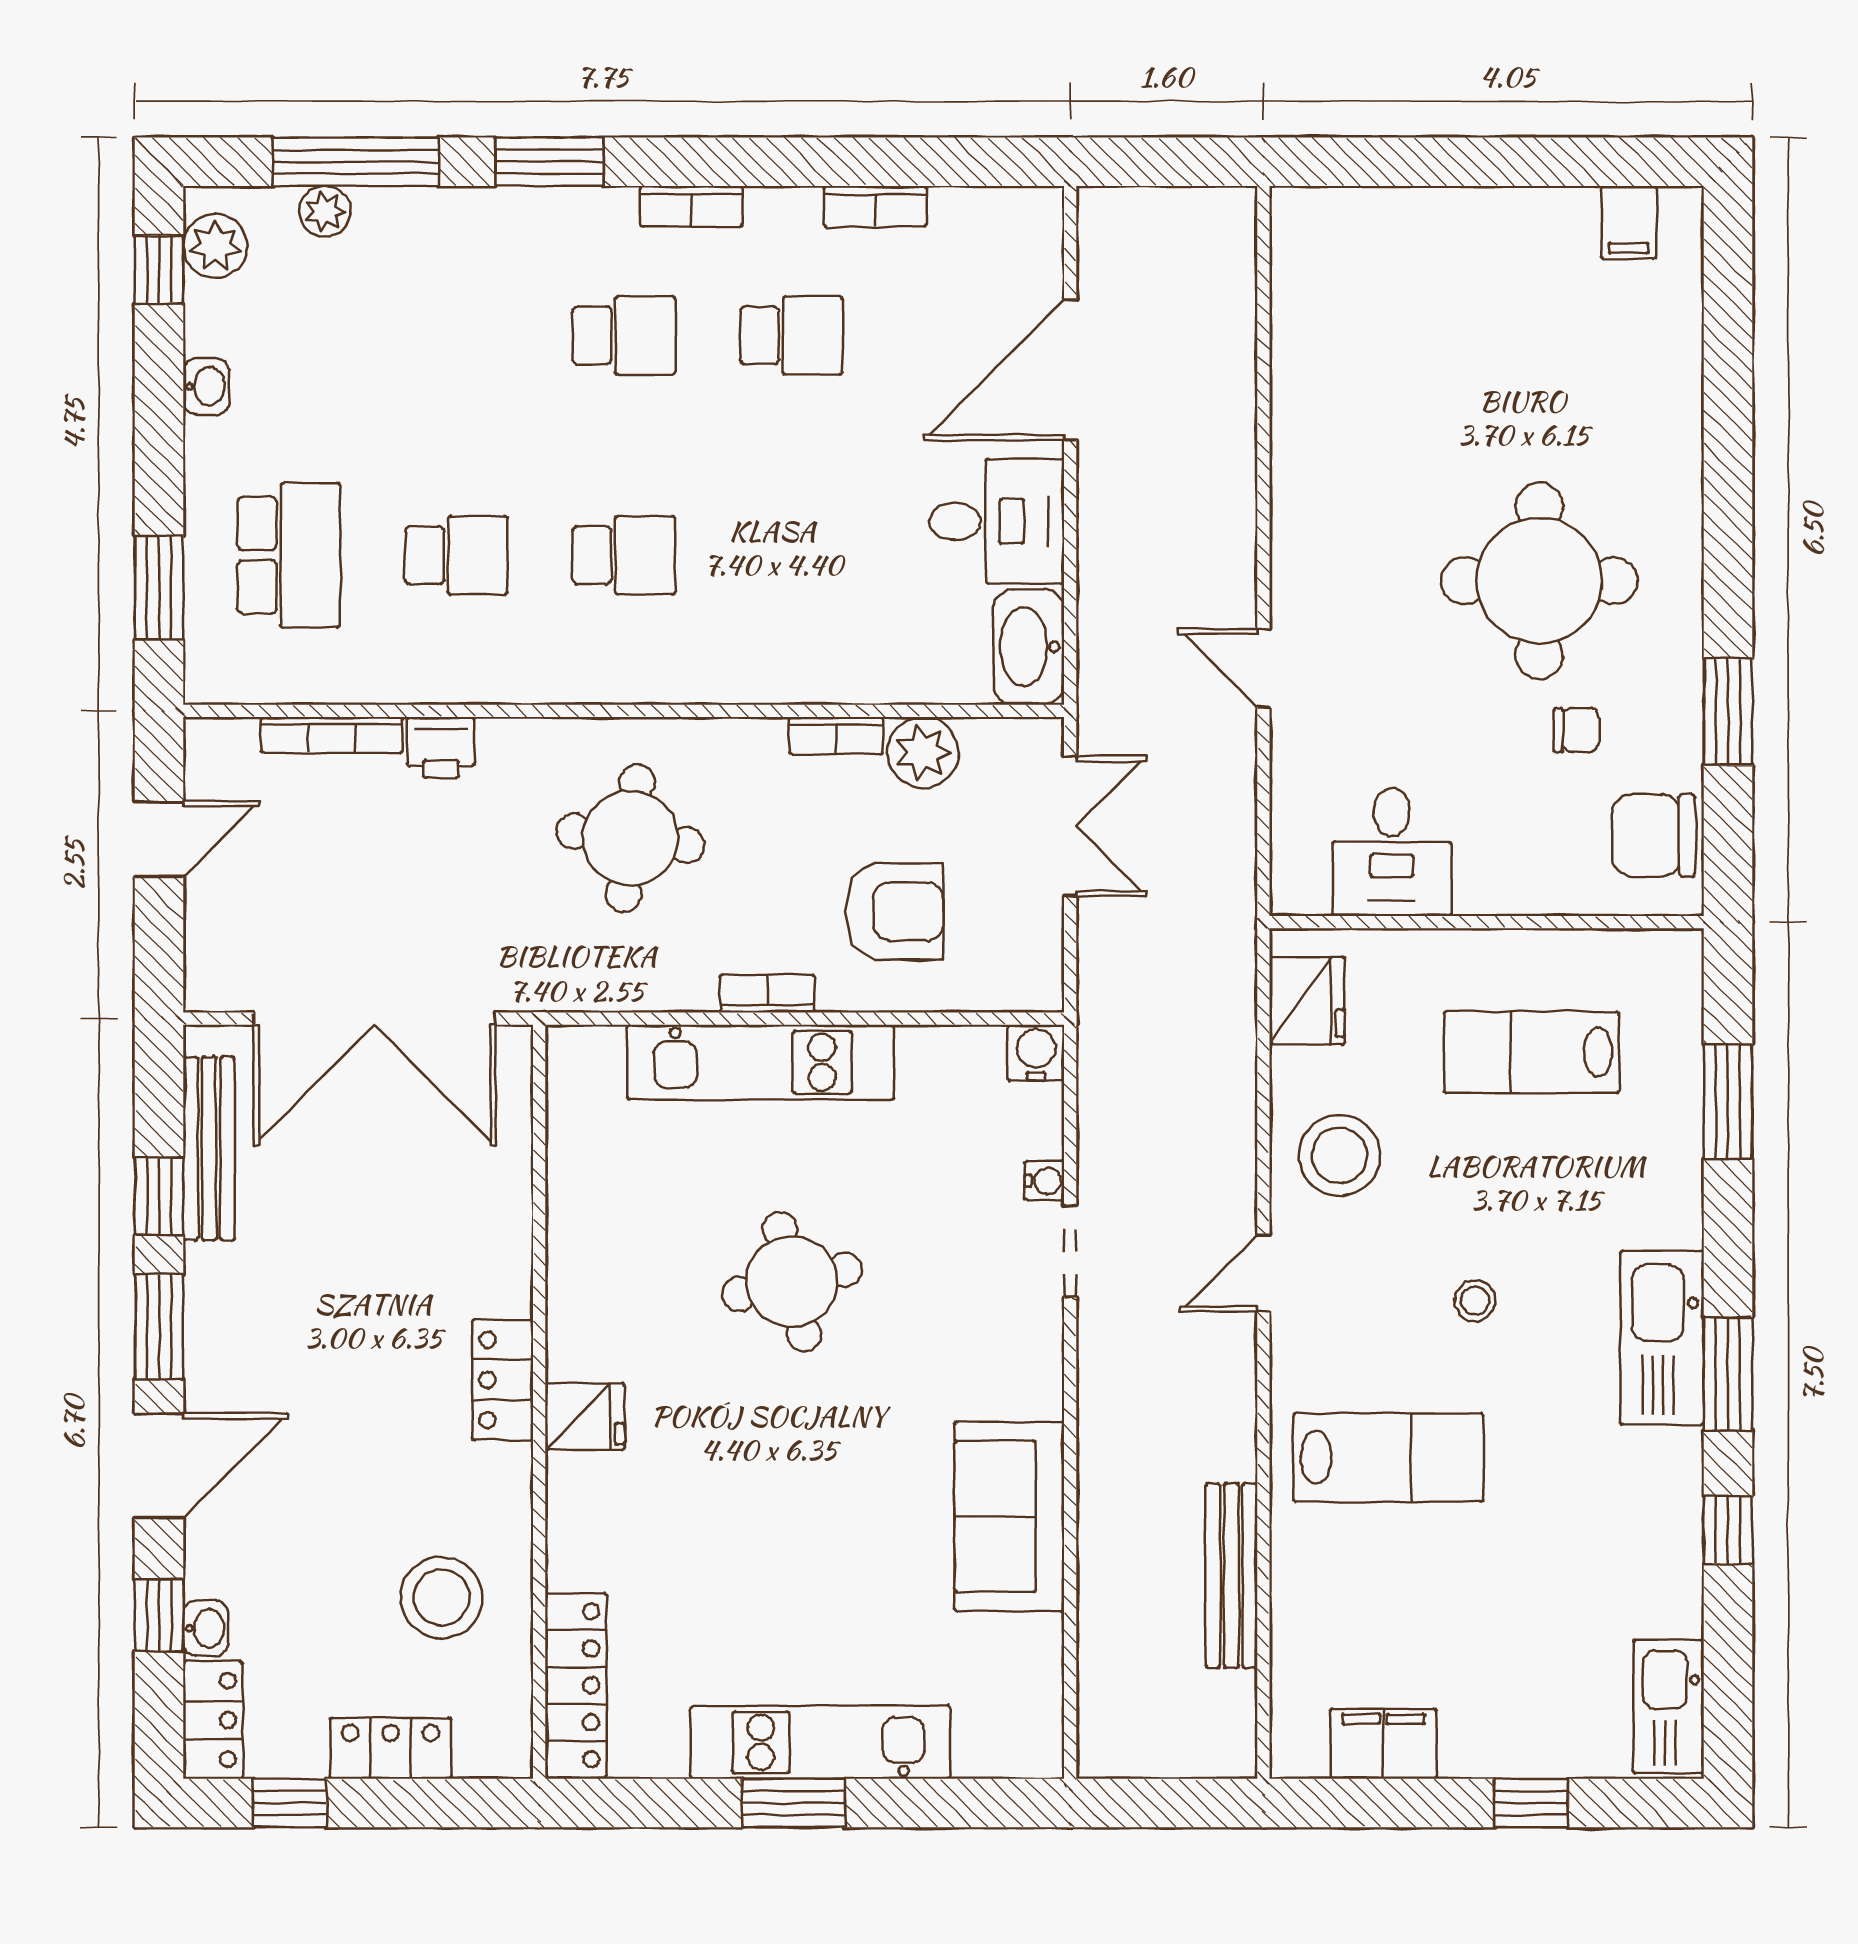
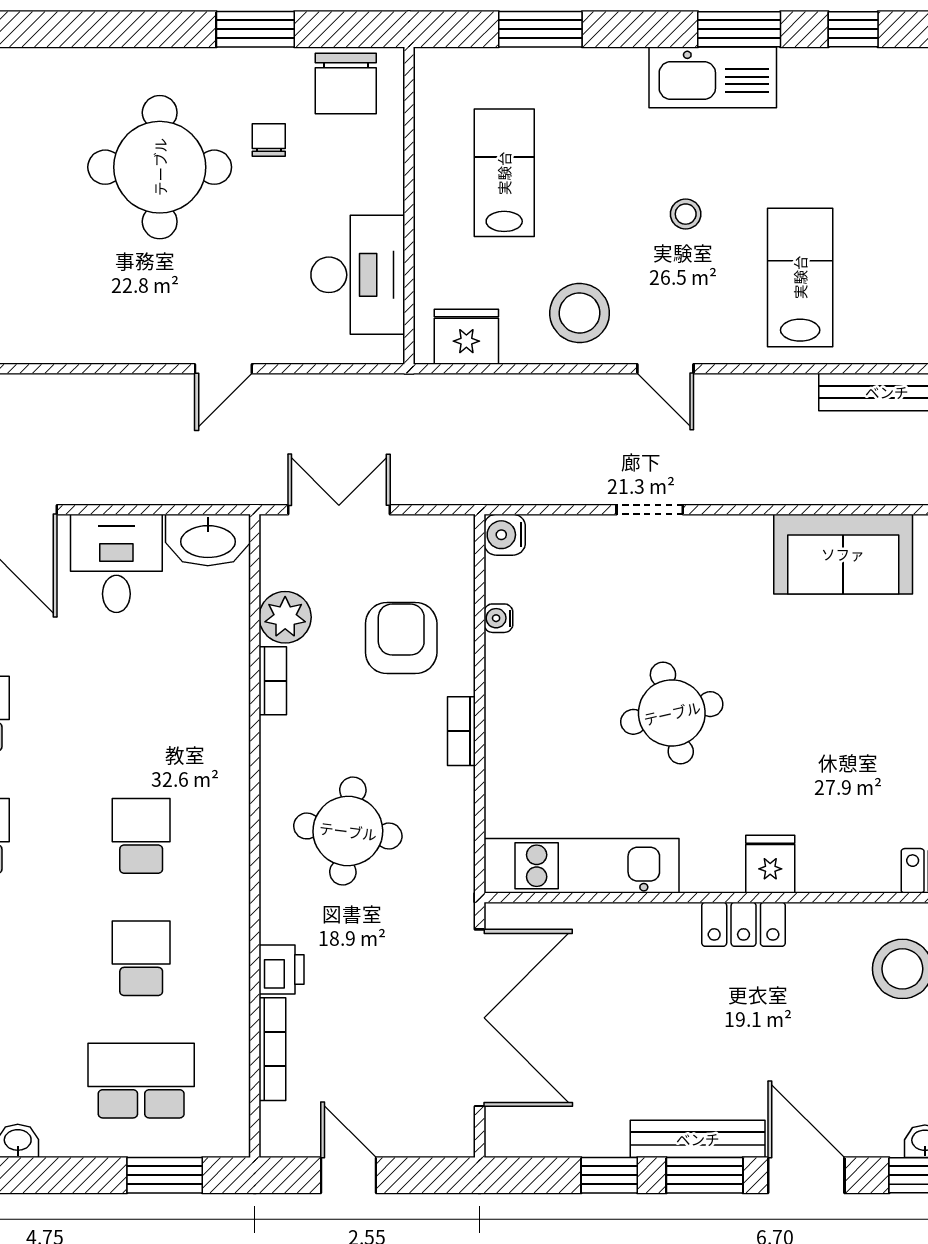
desk: (1392, 852) -> (358, 275), width x1.37
lab bench: (1531, 1052) -> (504, 173), turned 180
kitchen unit: (761, 1062) -> (581, 866), moved, turned -90
bench: (209, 1148) -> (698, 1139), moved
water cooler: (1045, 1181) -> (498, 618), moved, turned -90

